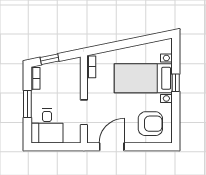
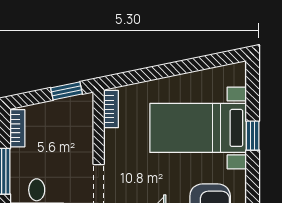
window: (50, 59) -> (66, 91), moved

